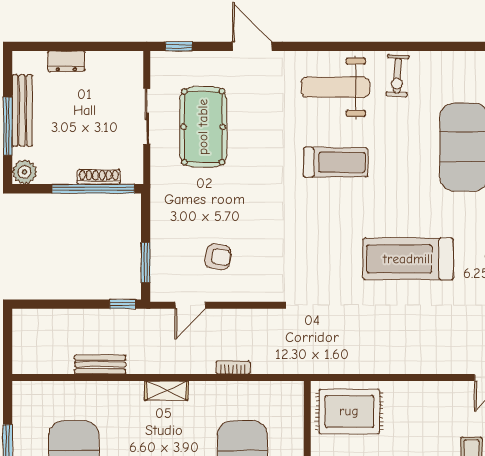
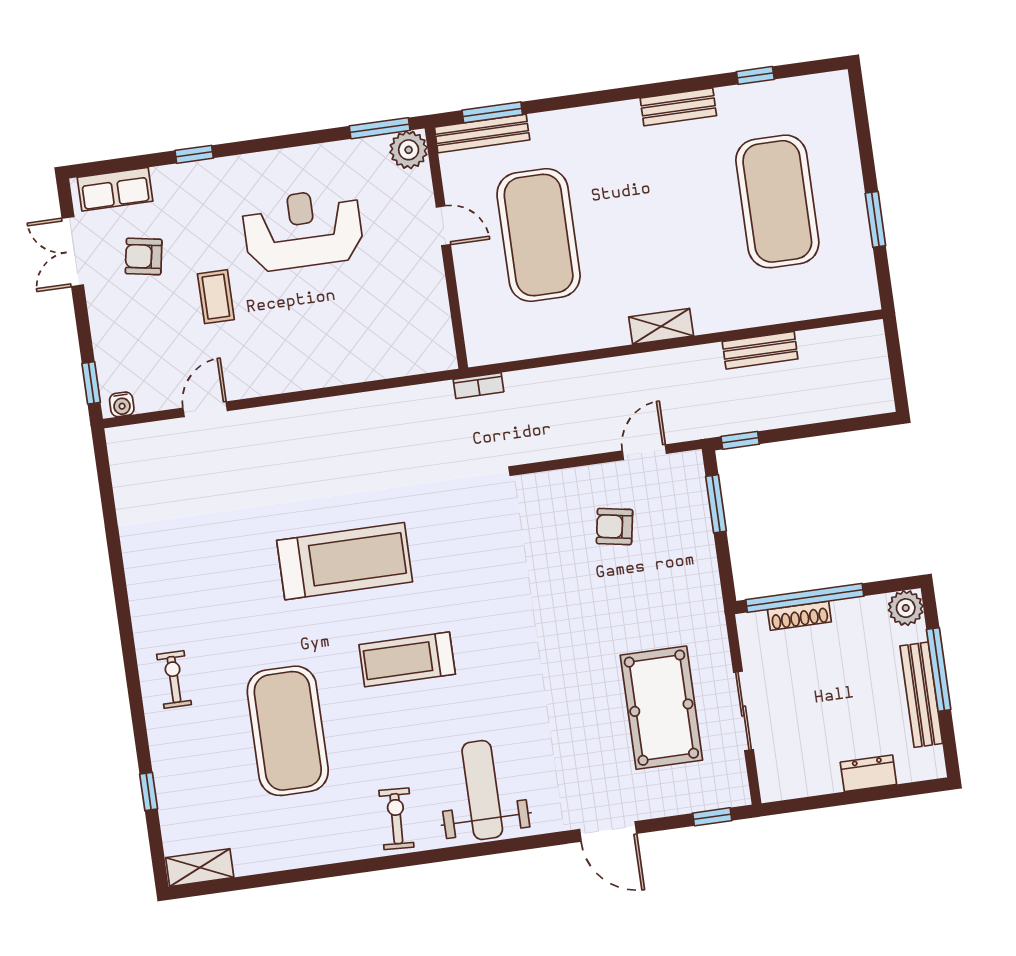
weight bench: (335, 87) -> (482, 790), turned -90
treadmill: (336, 162) -> (407, 659), moved
bookcase: (233, 367) -> (478, 386), moved
rug: (349, 411) -> (398, 333), removed

